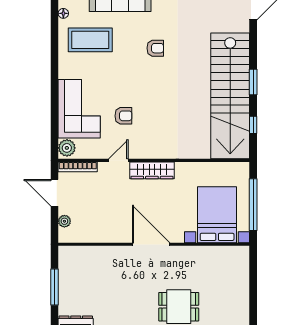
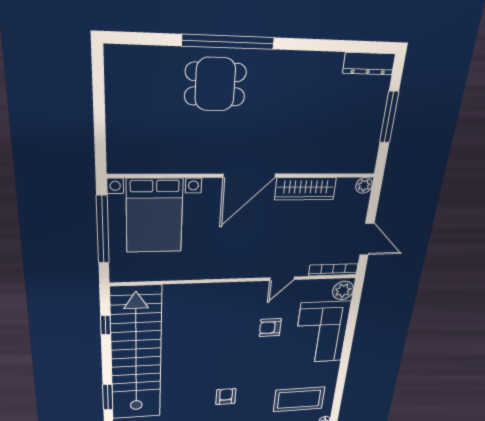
armchair: (155, 48) -> (226, 397), turned 90
window: (253, 82) -> (108, 397), moved
wardrobe: (152, 170) -> (305, 189), moved, turned 180
plant: (64, 221) -> (364, 185), moved
door: (151, 244) -> (249, 176), hinge flipped

